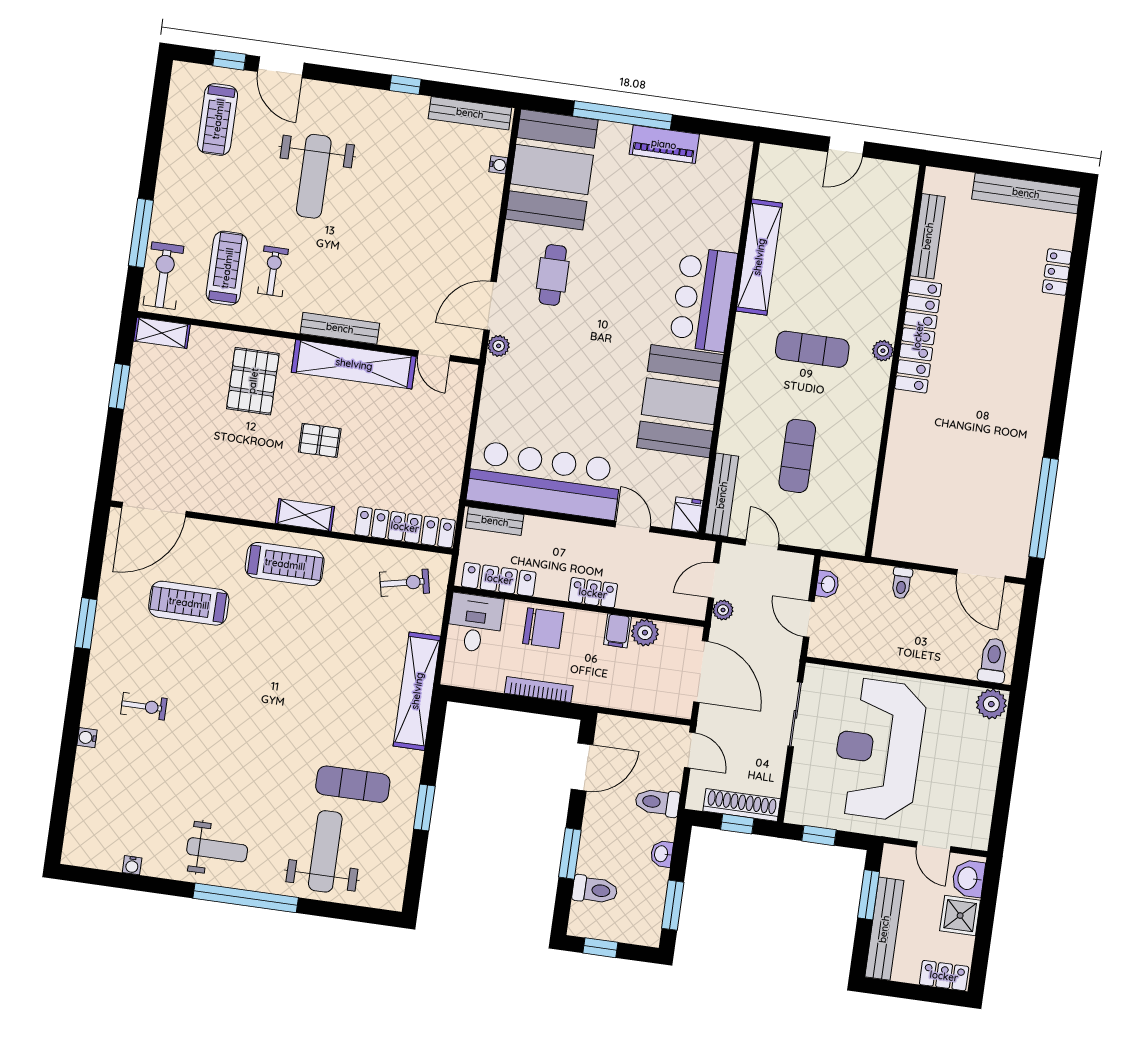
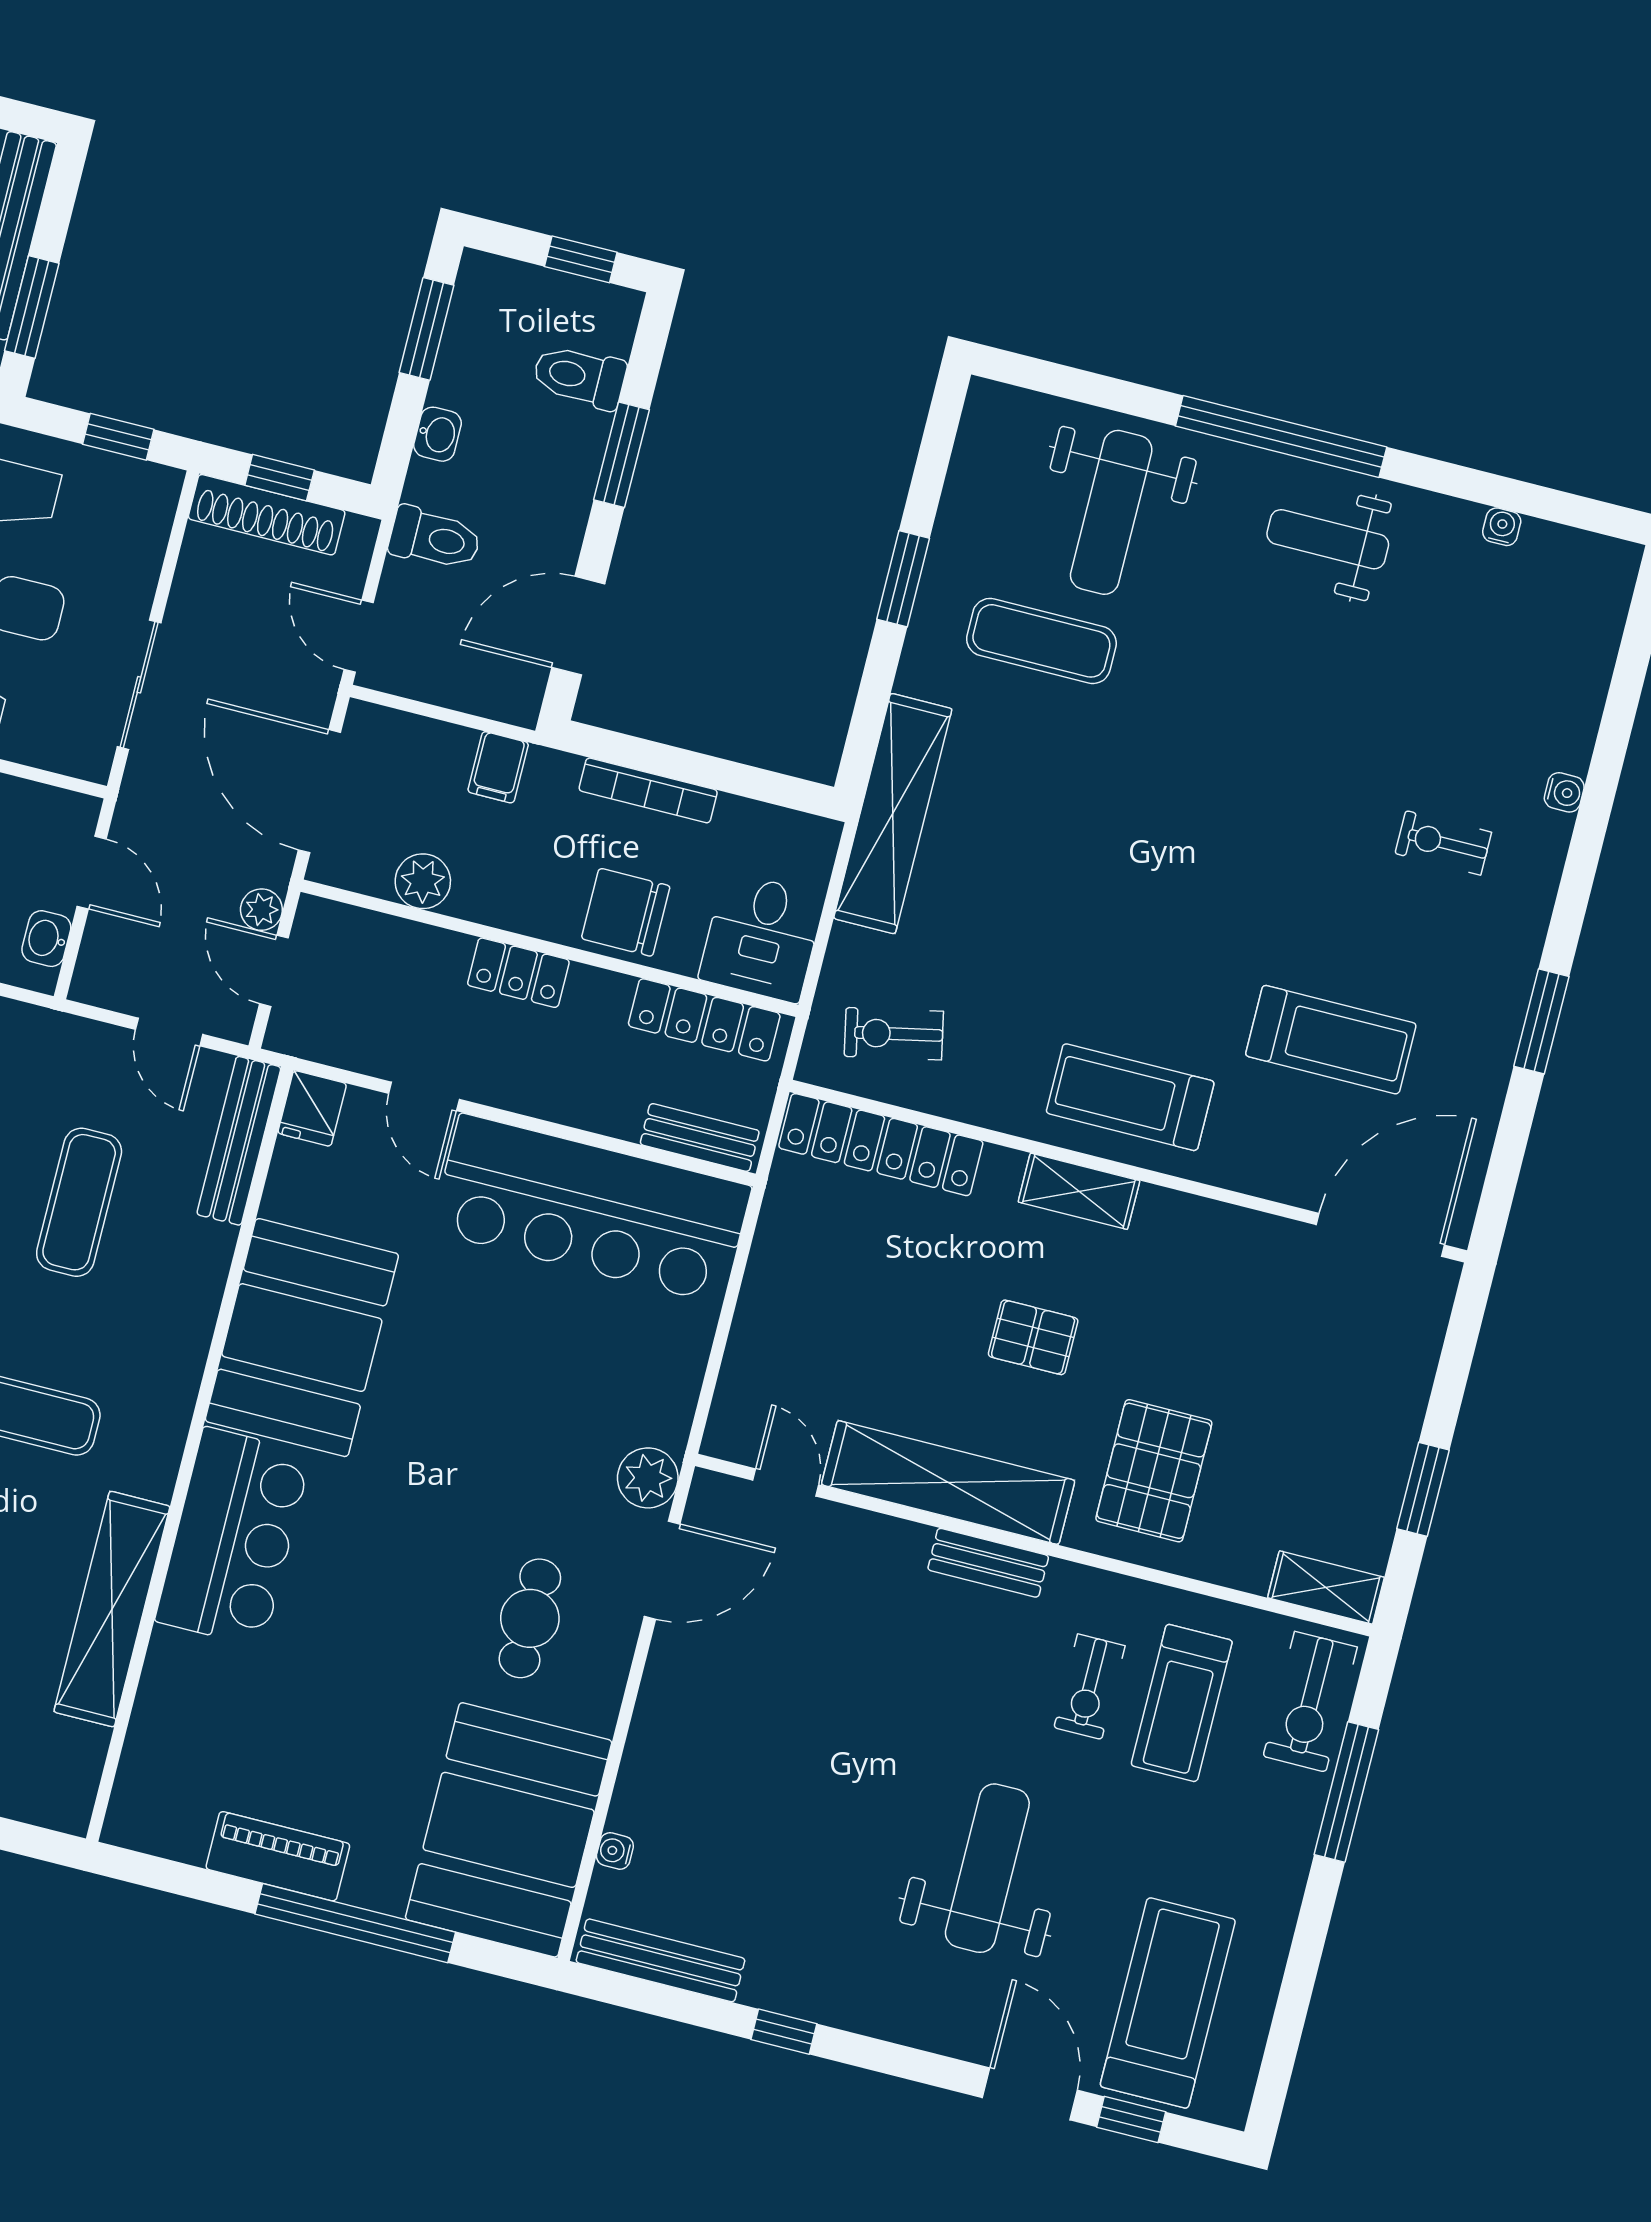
treadmill: (218, 119) -> (1168, 2003), width x1.37, depth x1.38
bench: (340, 328) -> (988, 1563), width x0.73
plant: (499, 346) -> (648, 1478), width x1.38, depth x1.38
door: (714, 580) -> (274, 971), swing flipped
filing cabinet: (617, 631) -> (498, 767), moved, turned 180

